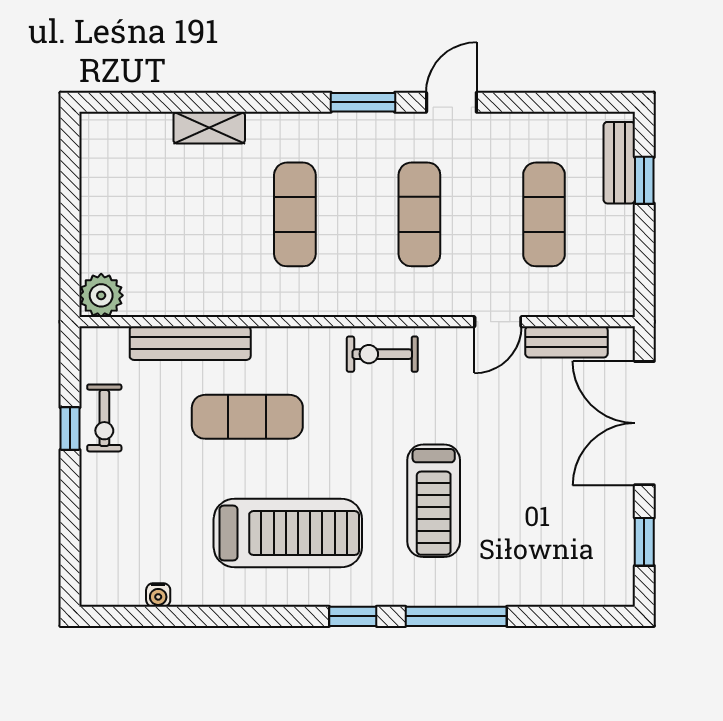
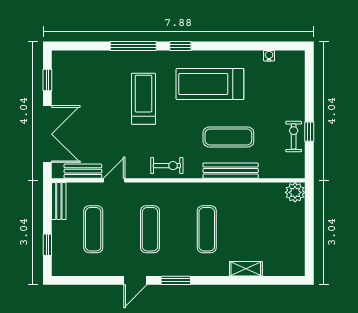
bench: (619, 163) -> (59, 201), moved
bench: (190, 343) -> (231, 171), moved

